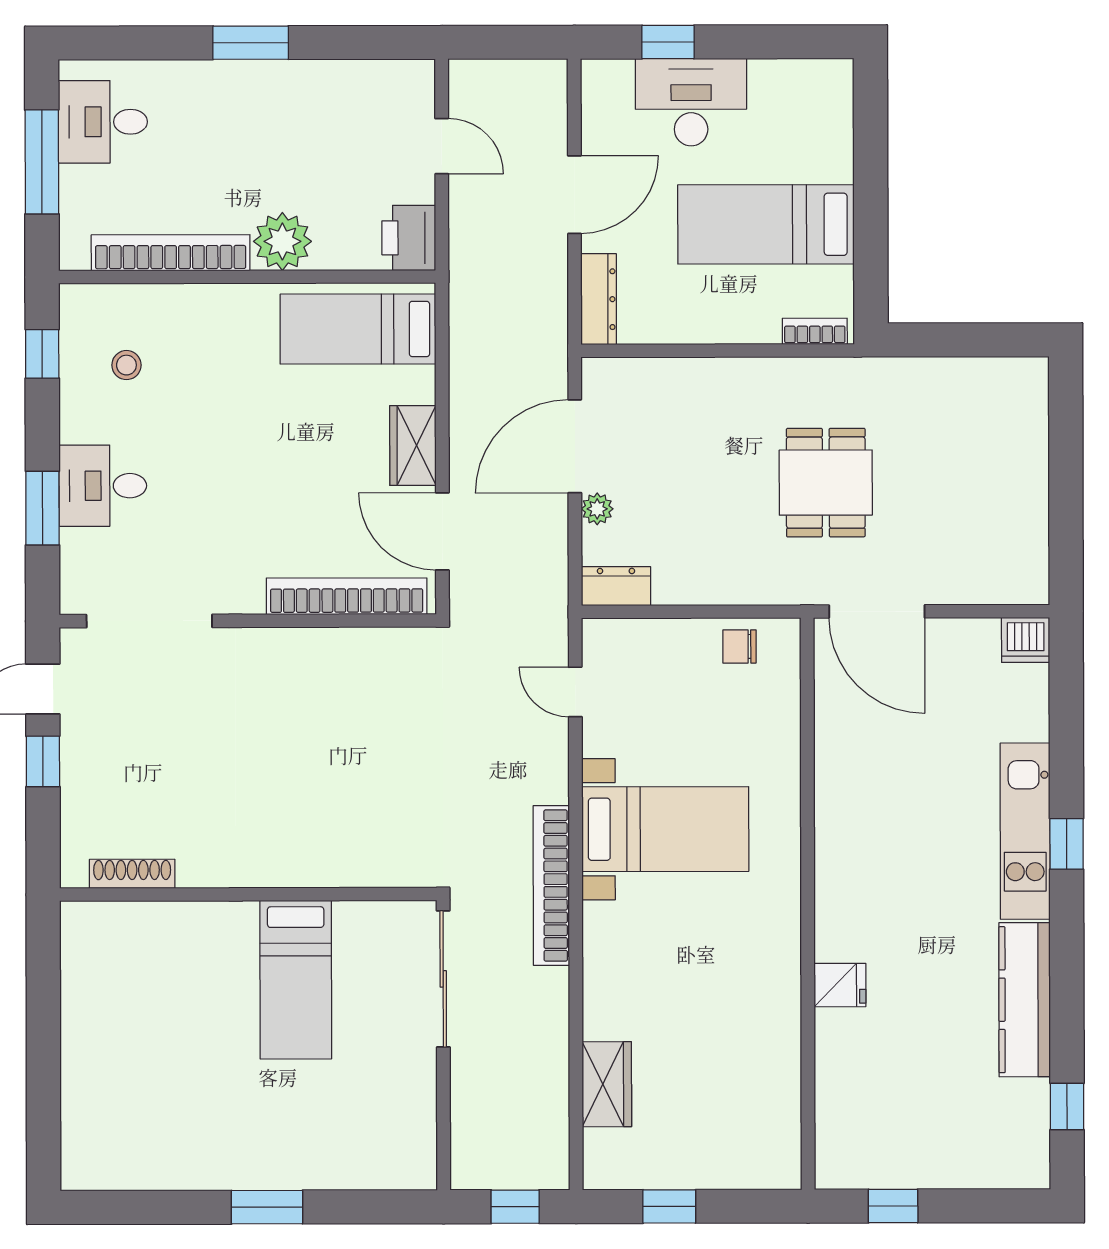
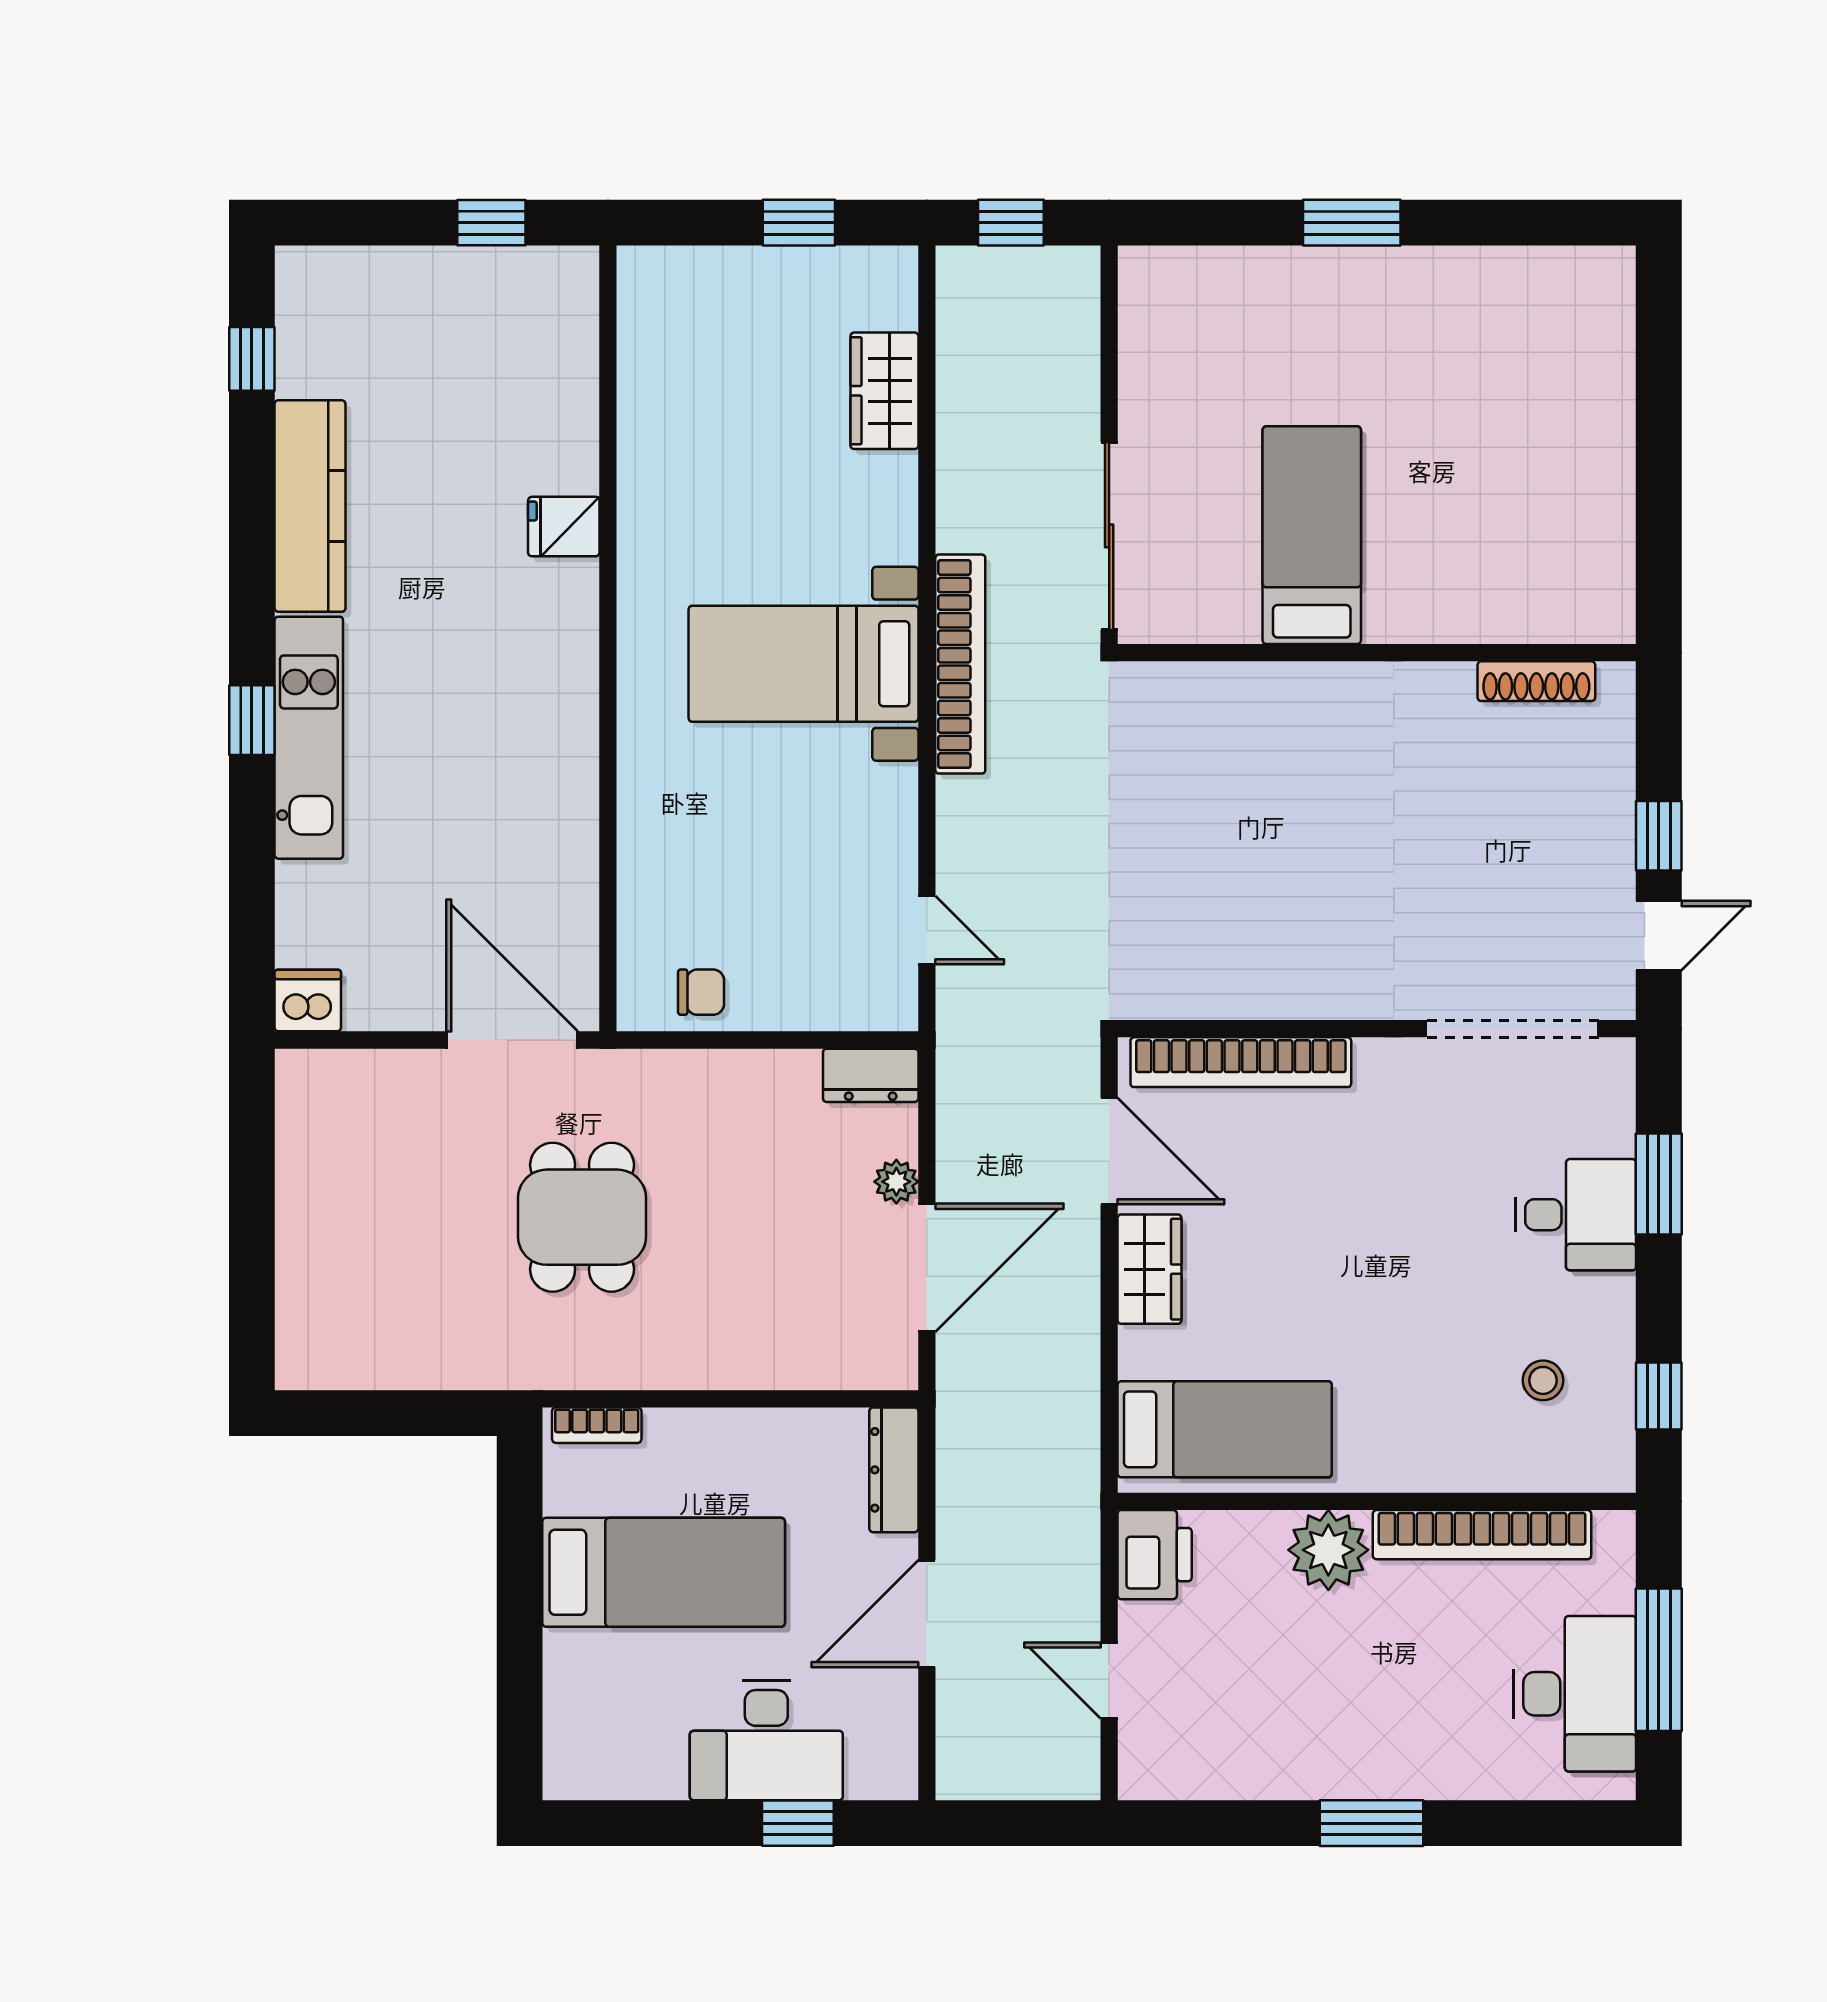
desk: (103, 122) -> (1575, 1694), width x1.37
bed with nightstands: (665, 829) -> (804, 664), moved

